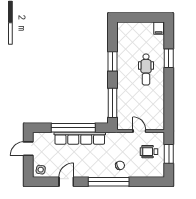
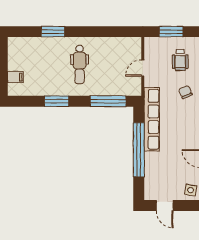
filing cabinet: (159, 28) -> (15, 77), moved
dental chair: (146, 69) -> (80, 64), moved, turned 90
row of seats: (80, 138) -> (152, 119), moved
wheelchair: (149, 152) -> (180, 60), moved

